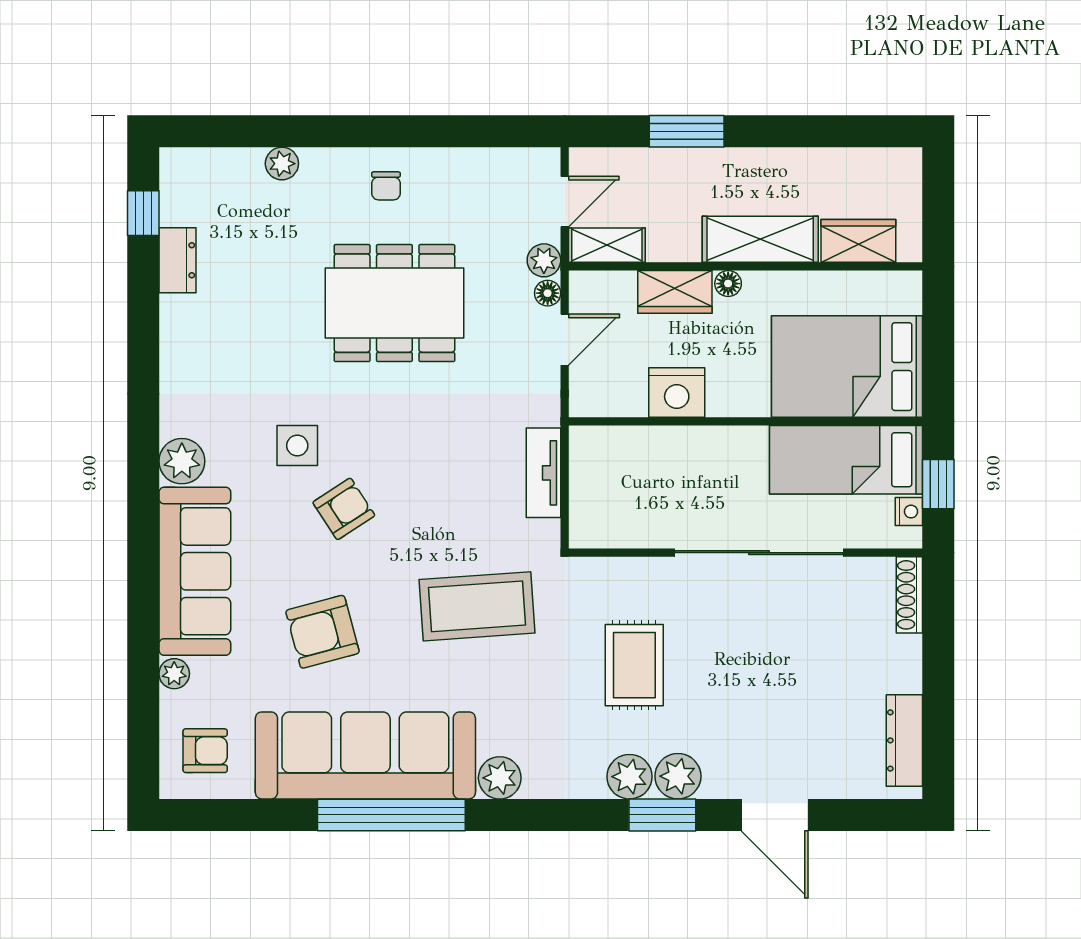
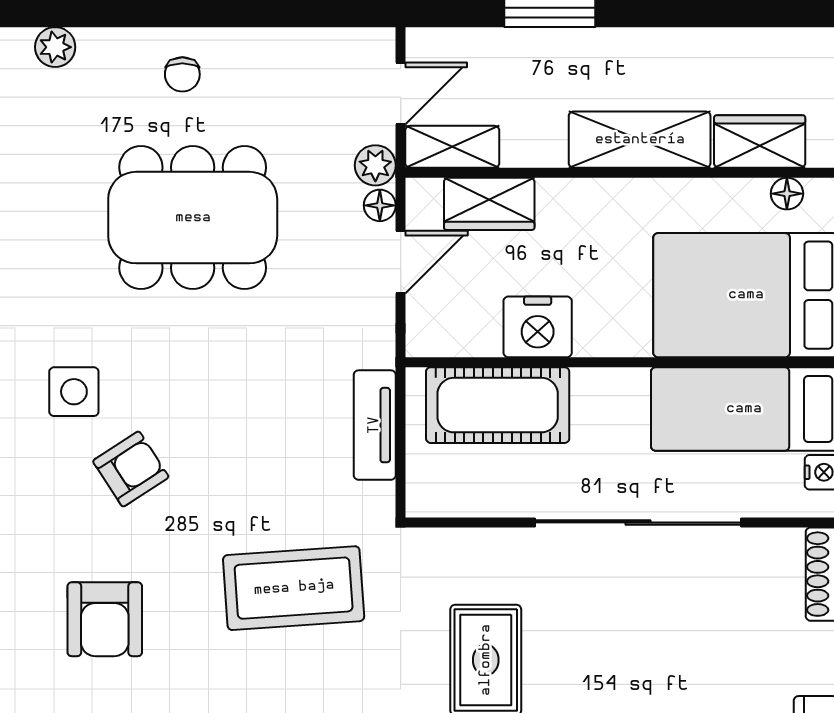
floor lamp: (728, 284) -> (787, 194), moved
wardrobe: (675, 292) -> (489, 204), moved
cot: (644, 457) -> (498, 405), added
armchair: (322, 632) -> (105, 619), turned -75

